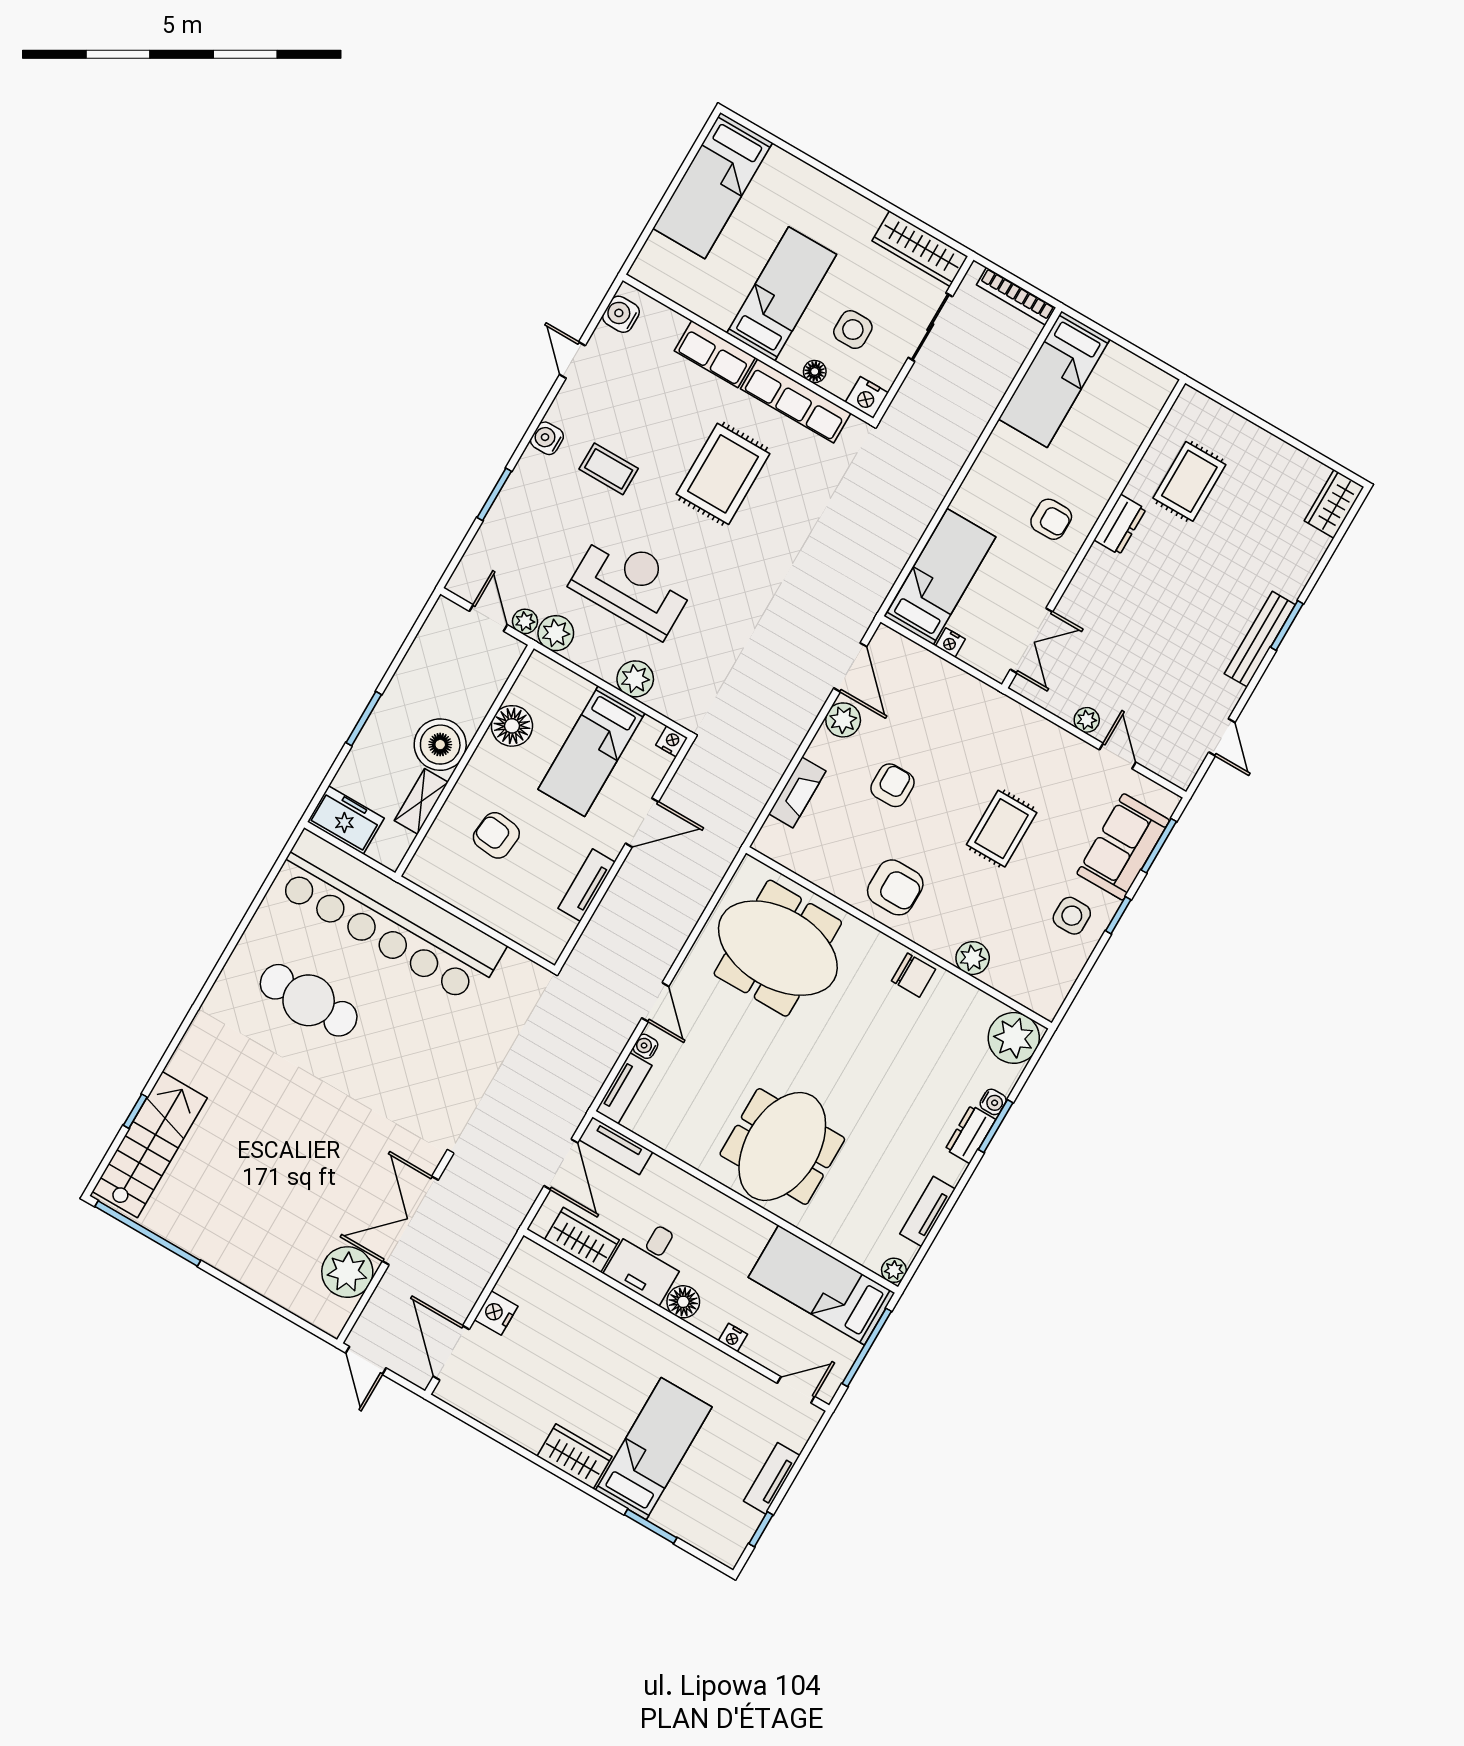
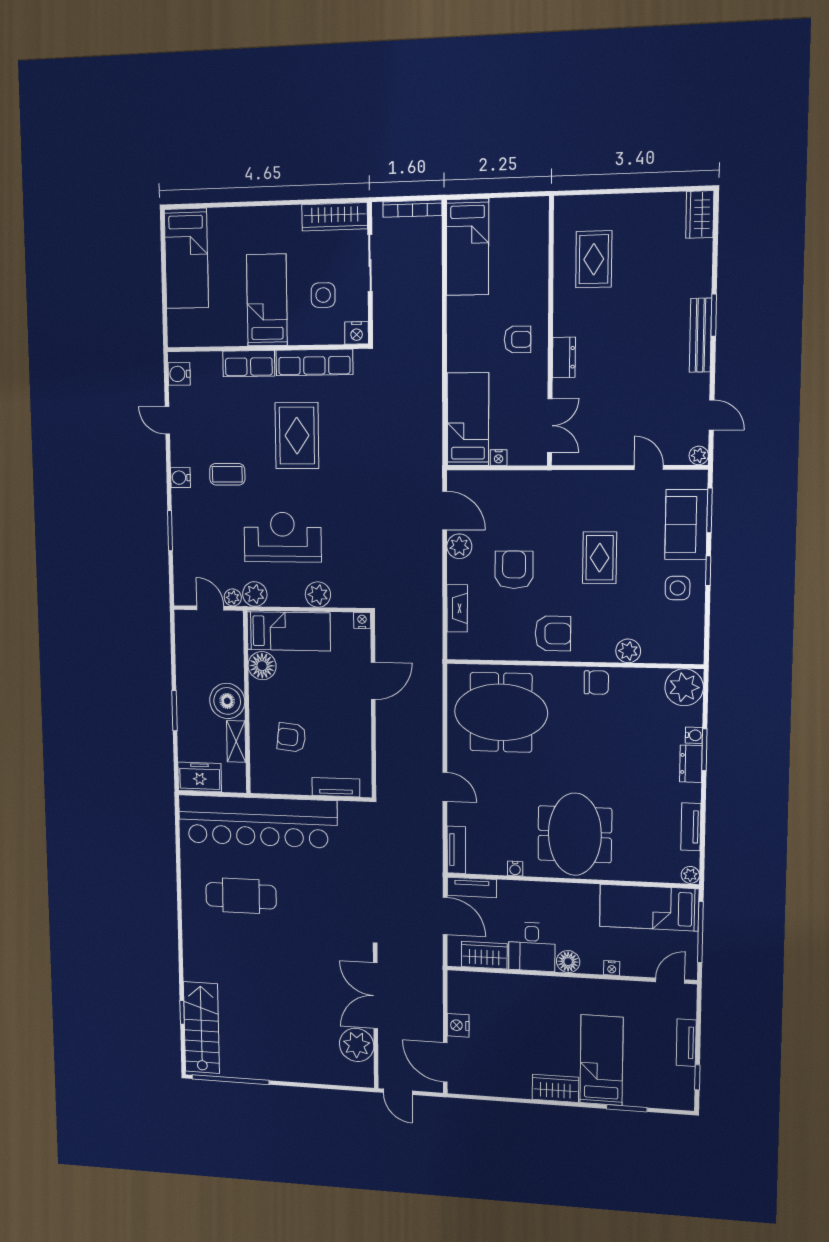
floor lamp: (815, 371) -> (315, 336), removed
dresser: (1120, 524) -> (564, 357), moved
plant: (1087, 720) -> (699, 455), moved
bed: (591, 751) -> (289, 631), moved, turned -90
armchair: (893, 785) -> (514, 570), width x1.38, depth x1.38
tv unit: (587, 885) -> (336, 787), moved, turned 90
water cooler: (645, 1046) -> (515, 869), moved, turned -90

